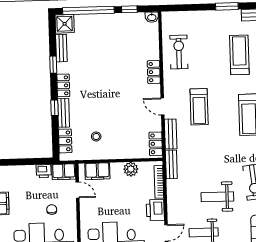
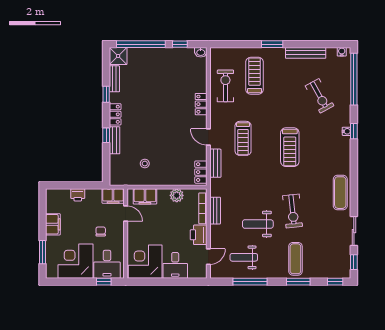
treadmill: (239, 55) -> (255, 76), moved
locker: (65, 141) -> (115, 167), removed
bench: (171, 164) -> (215, 211), moved
printer: (44, 171) -> (78, 195), moved

